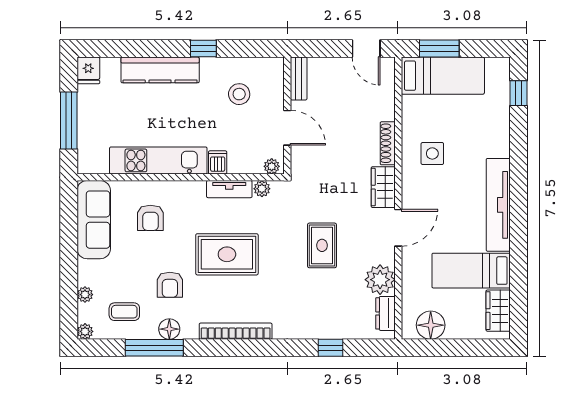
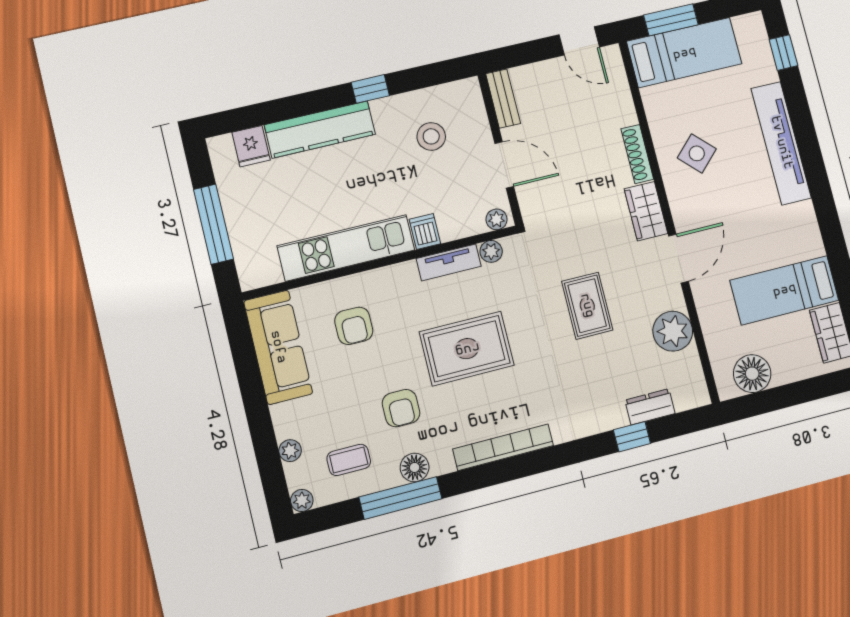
fridge: (88, 70) -> (251, 146), moved
side table: (432, 153) -> (697, 153), turned 45
tv unit: (498, 205) -> (781, 143), moved
dresser: (385, 313) -> (650, 407), moved, turned 90

